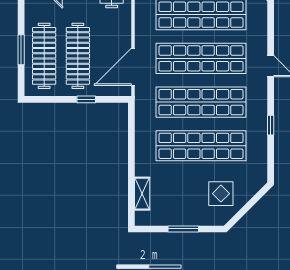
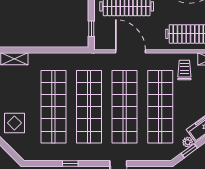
door: (133, 67) -> (130, 51), moved
window: (86, 99) -> (91, 29), moved

